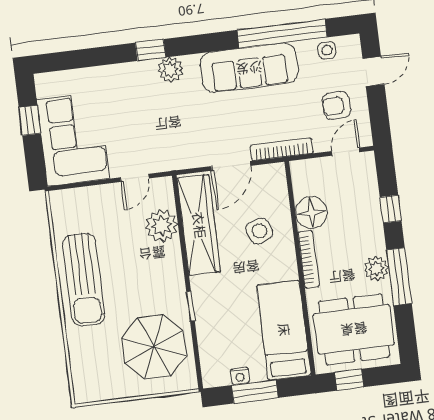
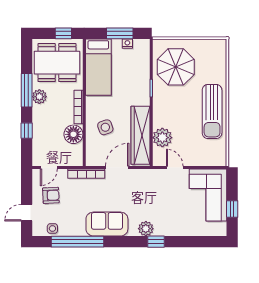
sofa: (249, 68) -> (107, 224), width x0.73
door: (135, 178) -> (175, 168), hinge flipped
sun lounger: (84, 280) -> (212, 112), turned 180

